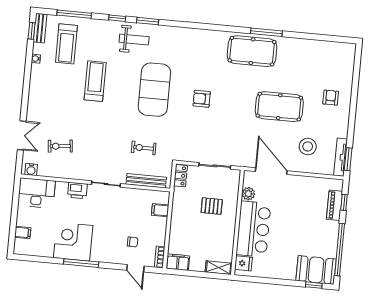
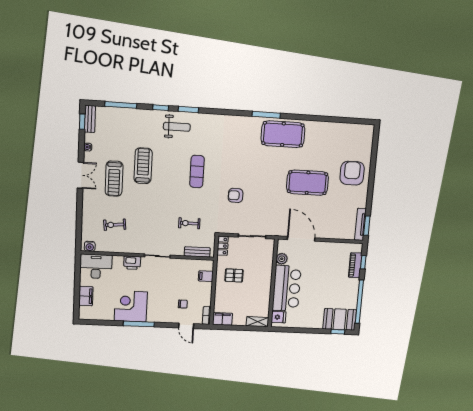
window: (266, 32) -> (266, 115), moved
treadmill: (66, 44) -> (114, 179), moved
exercise mat: (154, 90) -> (197, 172), width x0.50, depth x0.69
armchair: (331, 98) -> (352, 173), width x1.88, depth x1.88
armchair: (202, 99) -> (236, 195), moved
double door: (22, 135) -> (80, 175), moved
stool: (308, 147) -> (332, 216), removed
bench: (146, 181) -> (197, 252), width x0.73
pallet: (212, 206) -> (234, 275), moved
filing cabinet: (23, 233) -> (86, 296), width x2.00

